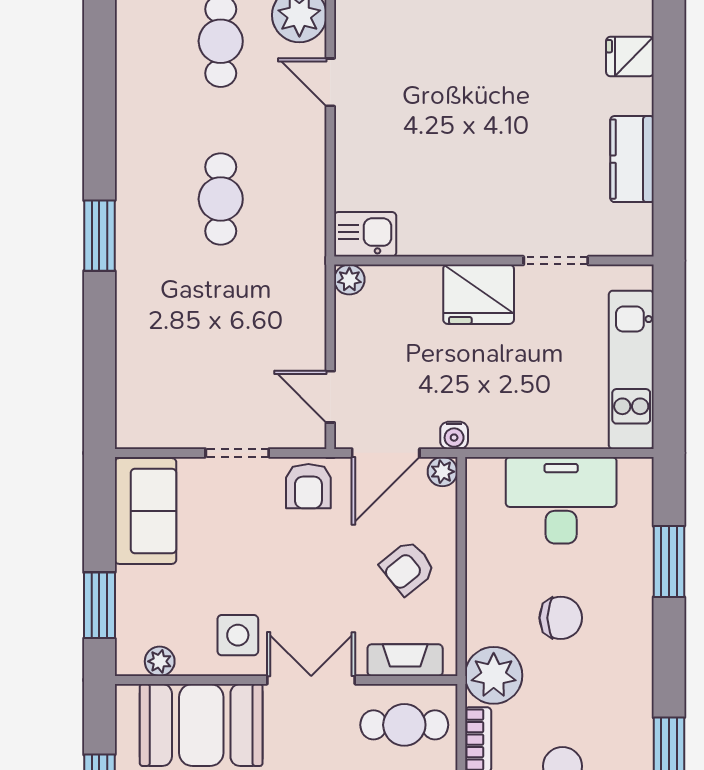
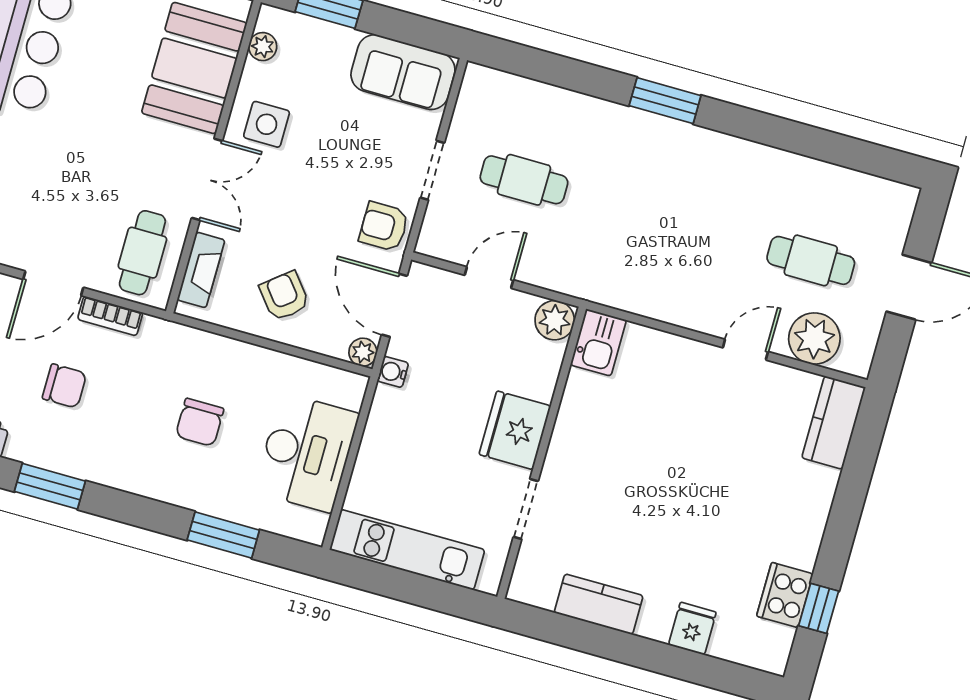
cafe table: (221, 199) -> (524, 180), moved
plant: (349, 280) -> (555, 320), width x1.38, depth x1.38
door: (330, 397) -> (489, 278), moved
plant: (494, 675) -> (165, 347), removed

